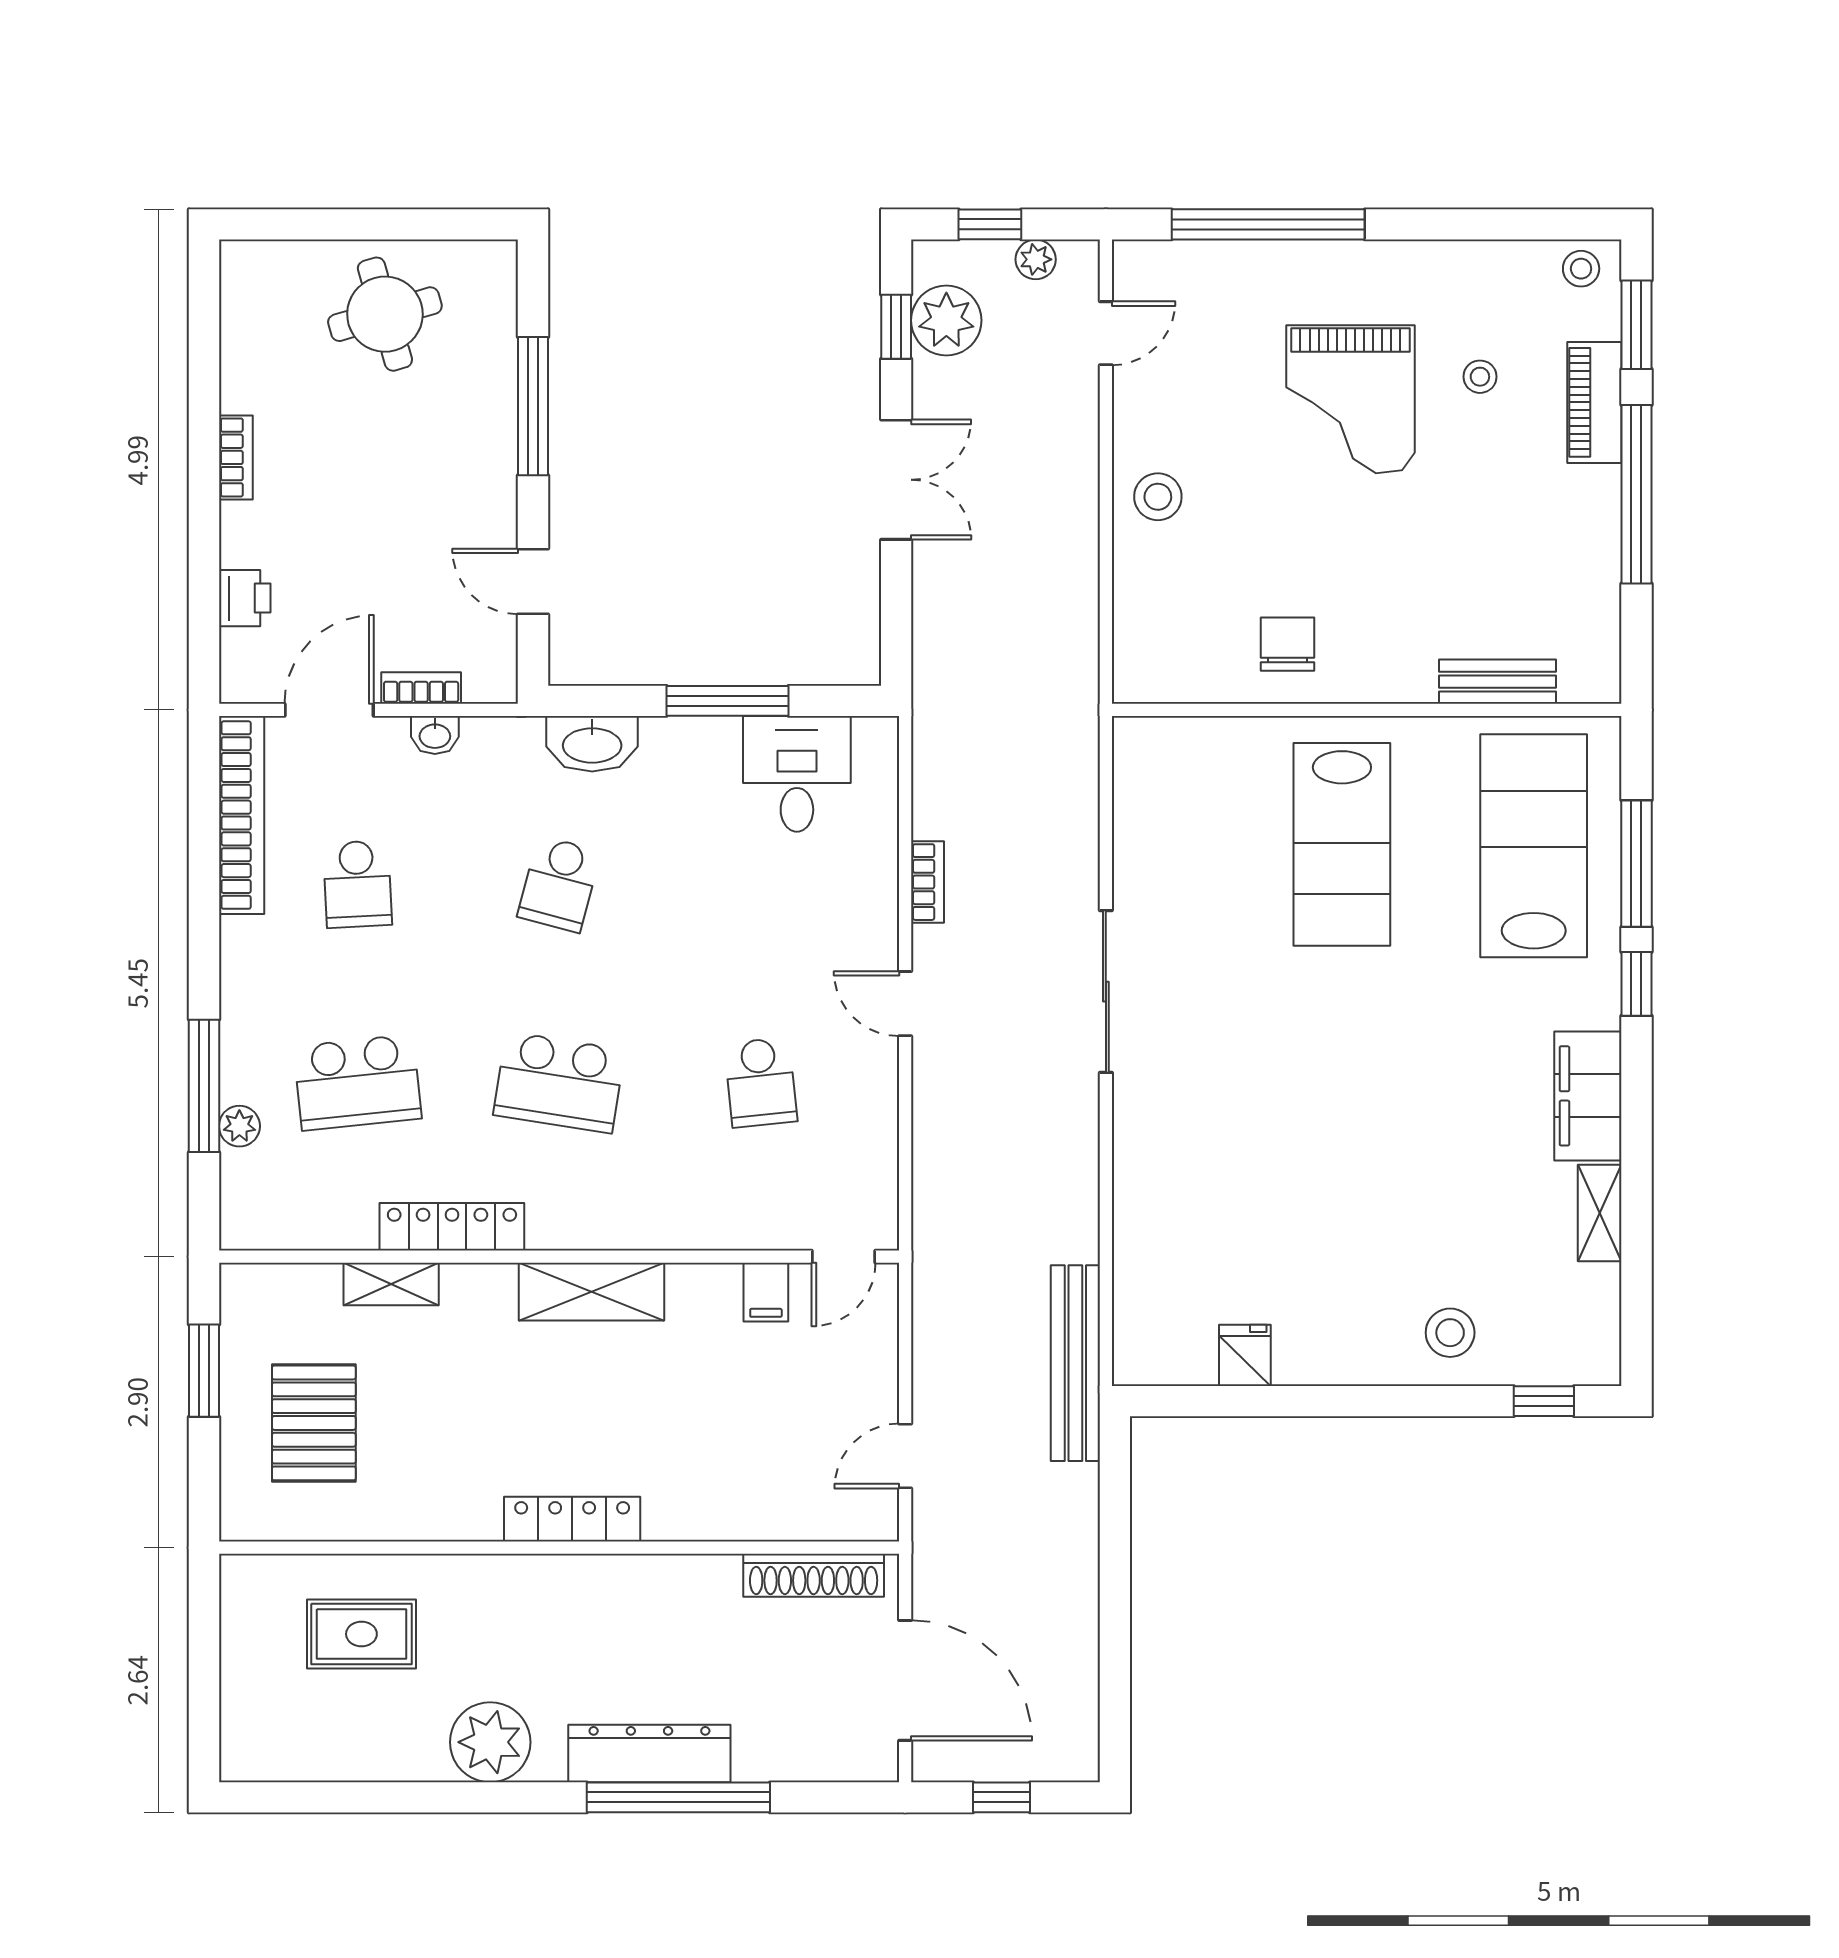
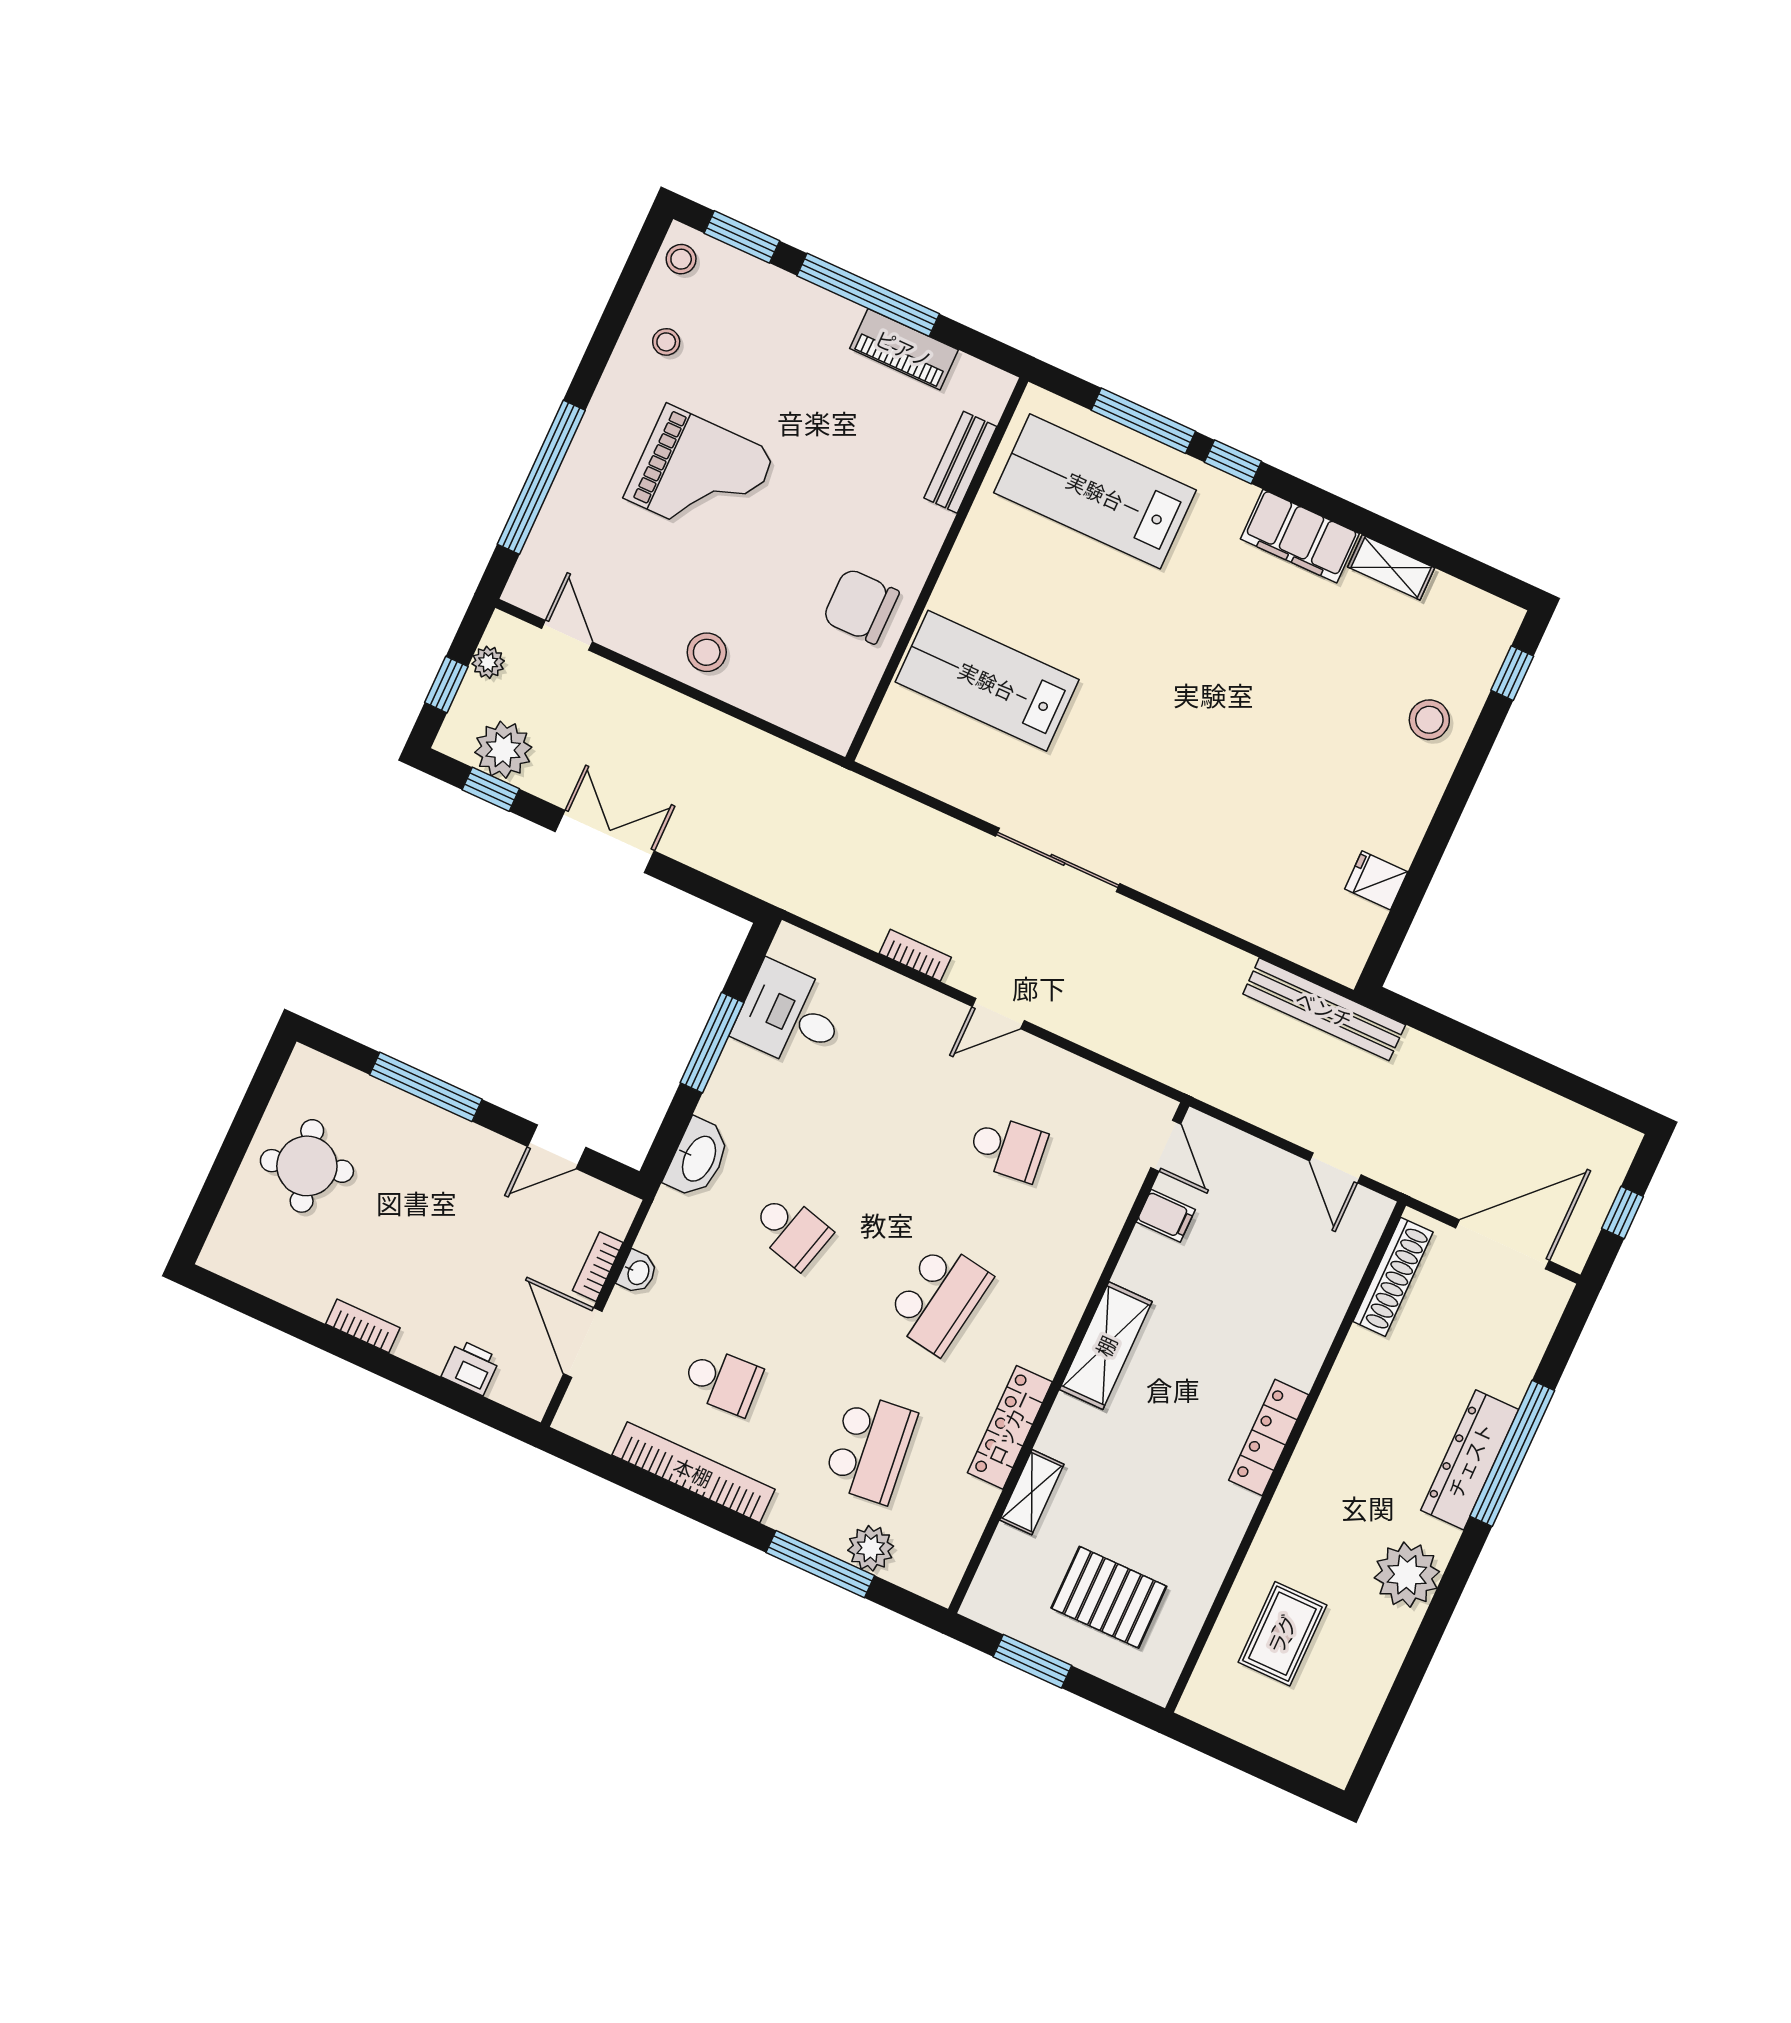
stool: (1480, 377) -> (666, 342), moved
piano: (1594, 402) -> (904, 349), moved
chair: (1287, 644) -> (861, 606), width x1.37, depth x1.37
bookcase: (242, 815) -> (693, 1472), moved
lab bench: (1342, 844) -> (987, 681), moved, turned 180
plant: (239, 1126) -> (871, 1548), width x1.38, depth x1.38

